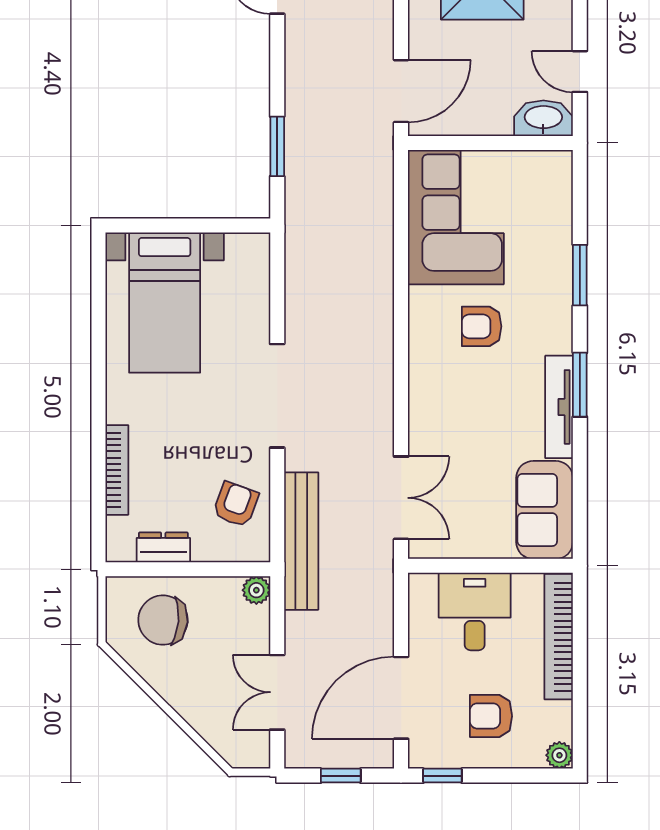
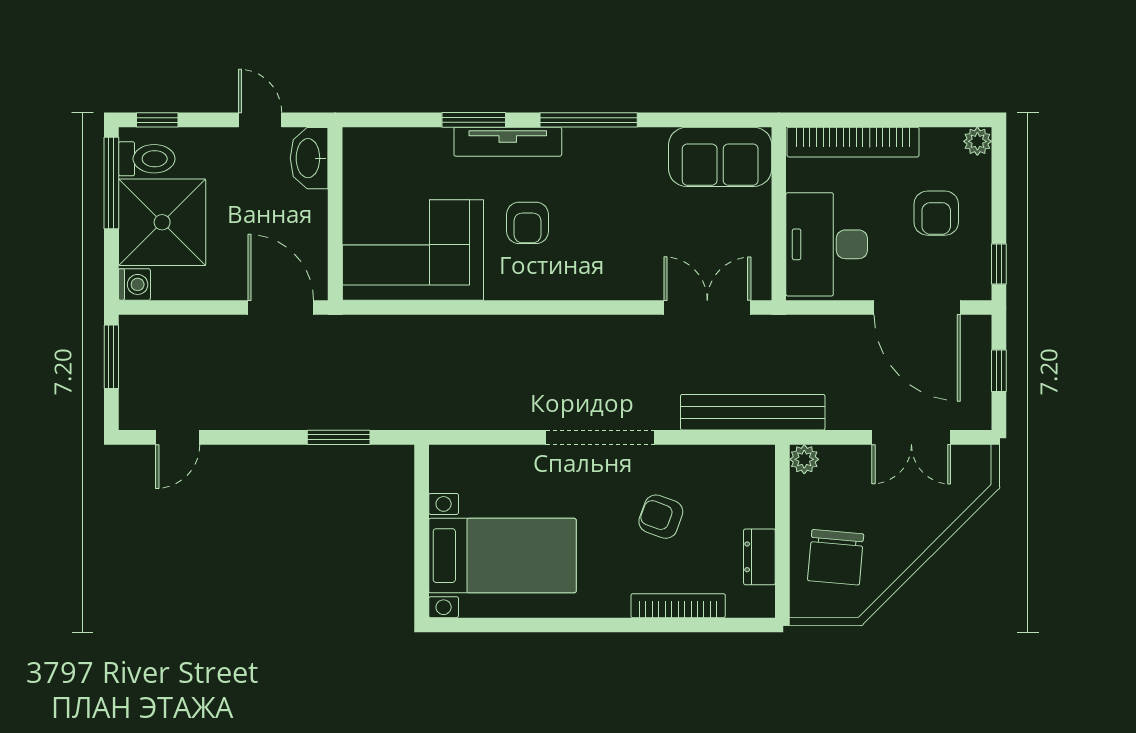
door: (580, 72) -> (260, 120), swing flipped
window: (580, 385) -> (589, 120), width x1.44
tv unit: (559, 407) -> (508, 142), moved
armchair: (236, 504) -> (661, 517), moved
desk: (475, 612) -> (827, 244), width x1.37

